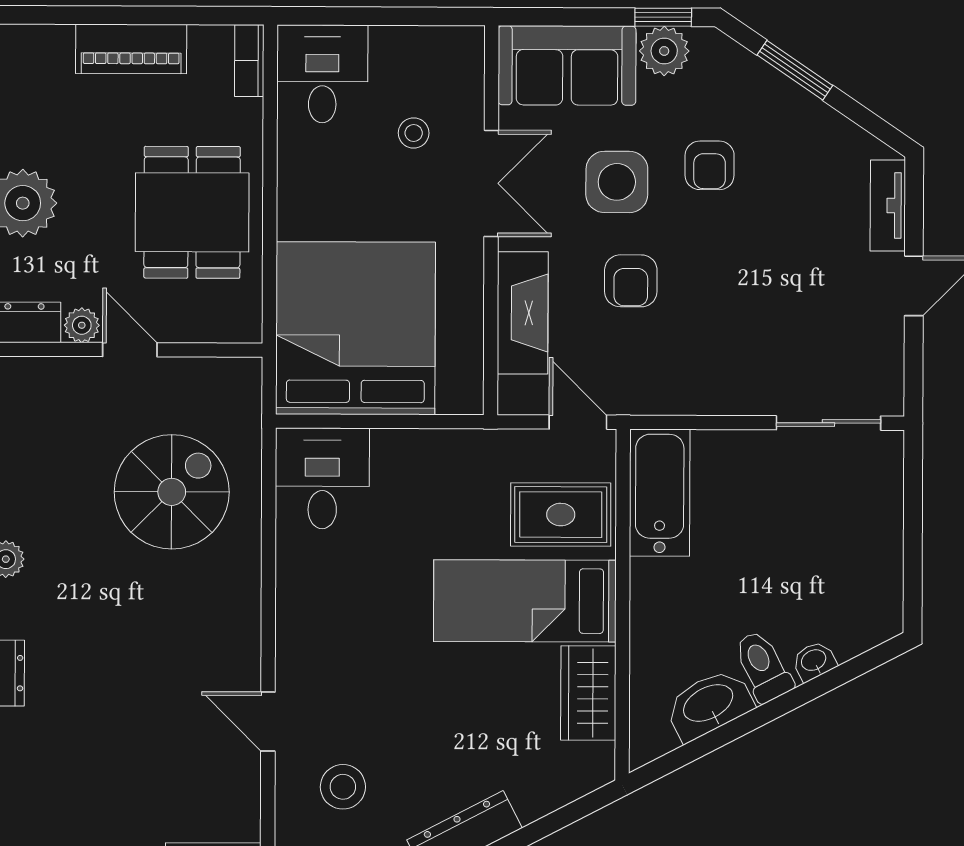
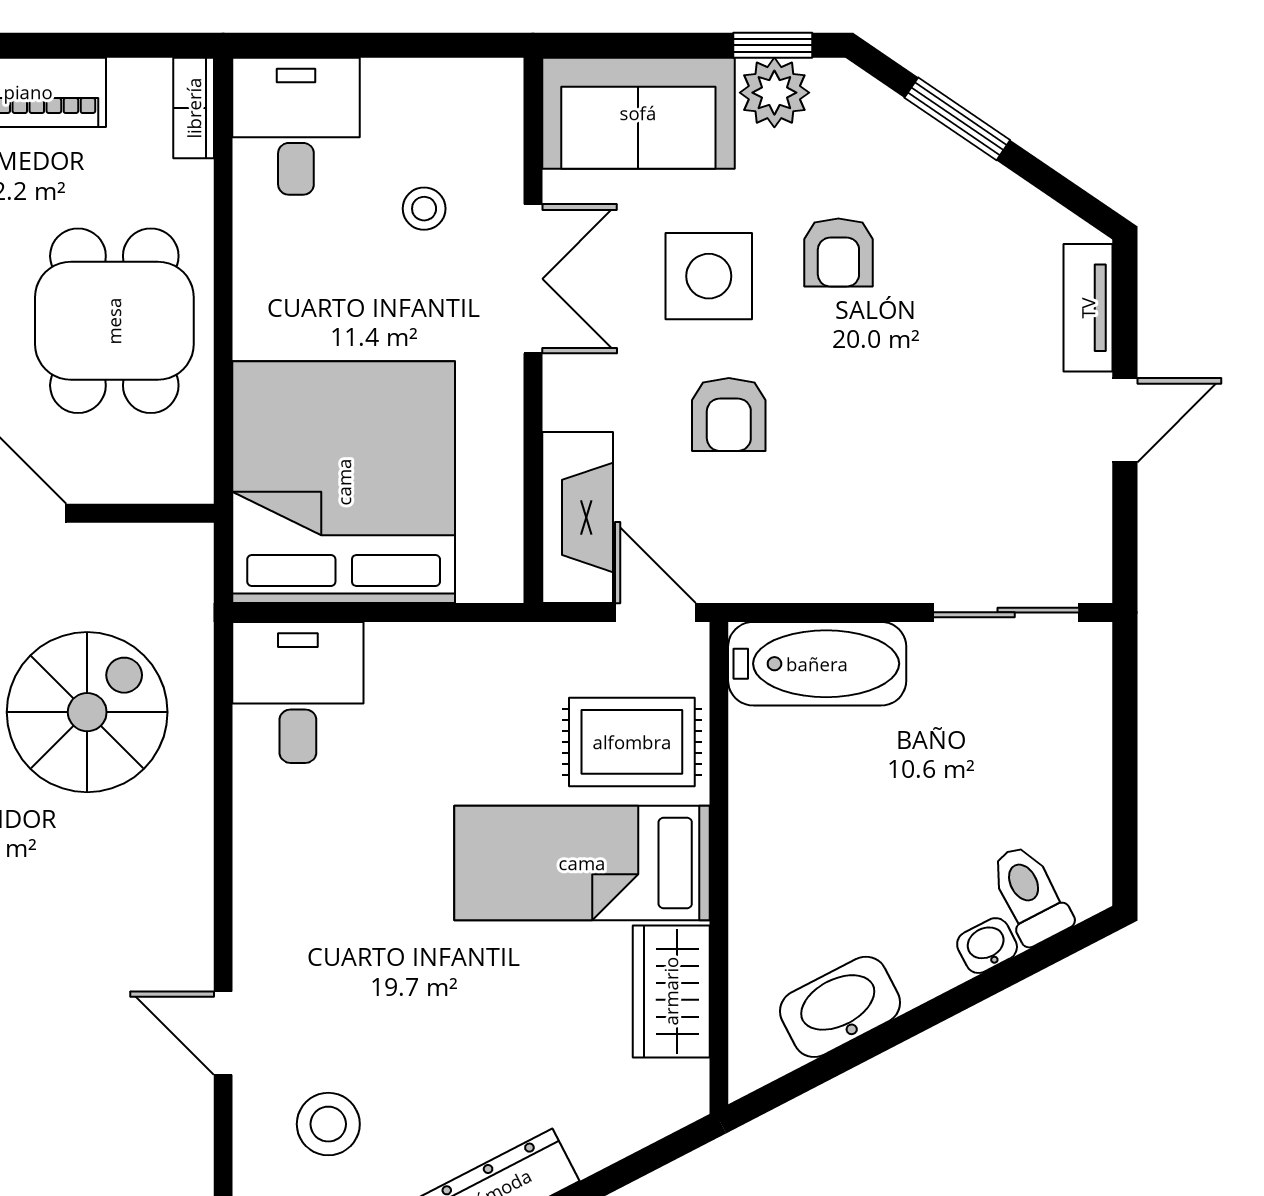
fireplace: (523, 313) -> (578, 517), moved
bathtub: (660, 493) -> (817, 664), moved, turned 90
toilet: (763, 666) -> (1030, 894), moved

